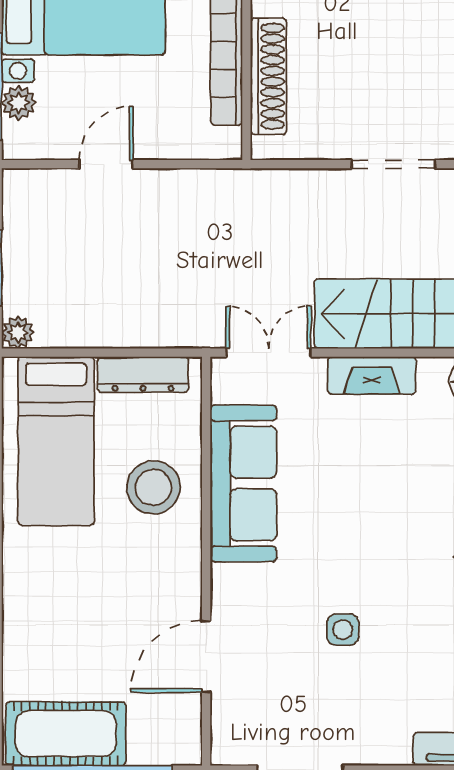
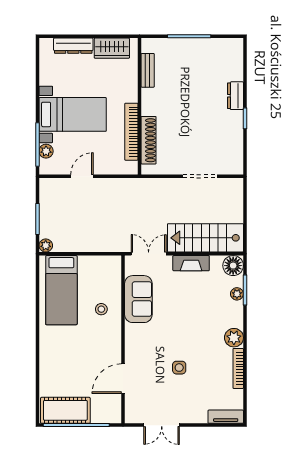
dresser: (143, 374) -> (97, 263), removed
sofa: (243, 484) -> (138, 299), width x0.73
stool: (153, 487) -> (101, 309), width x0.53, depth x0.53

